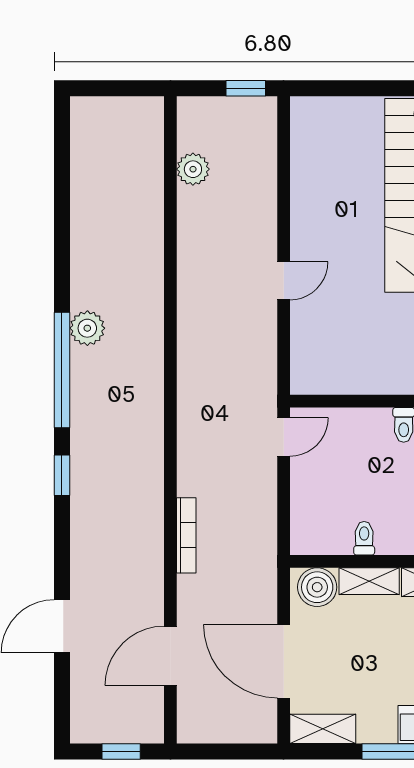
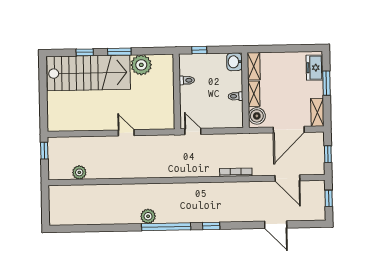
window: (225, 752) -> (328, 154), added

